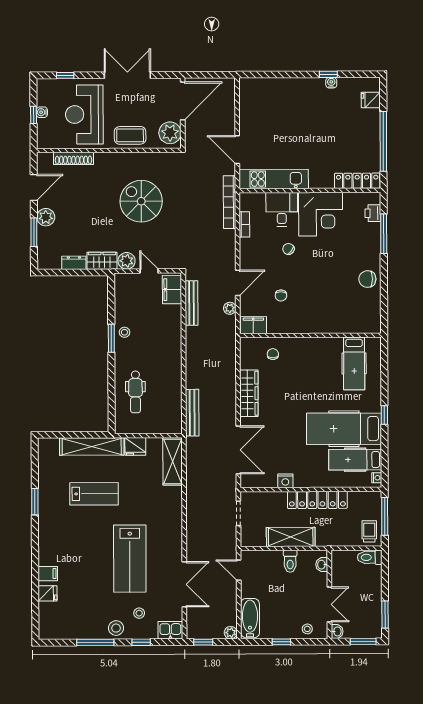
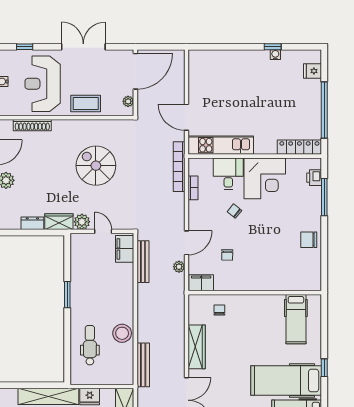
plant: (170, 133) -> (128, 101), width x0.53, depth x0.53
stool: (124, 332) -> (122, 333), moved, width x1.89, depth x1.89
dental chair: (135, 392) -> (90, 345), turned 180

